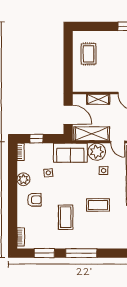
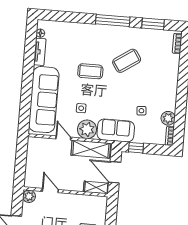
shelving: (98, 99) -> (96, 187), moved
window: (36, 139) -> (136, 148), moved
plant: (23, 179) -> (168, 118), moved
armchair: (34, 200) -> (159, 83), removed
coffee table: (66, 217) -> (127, 61), turned 56

